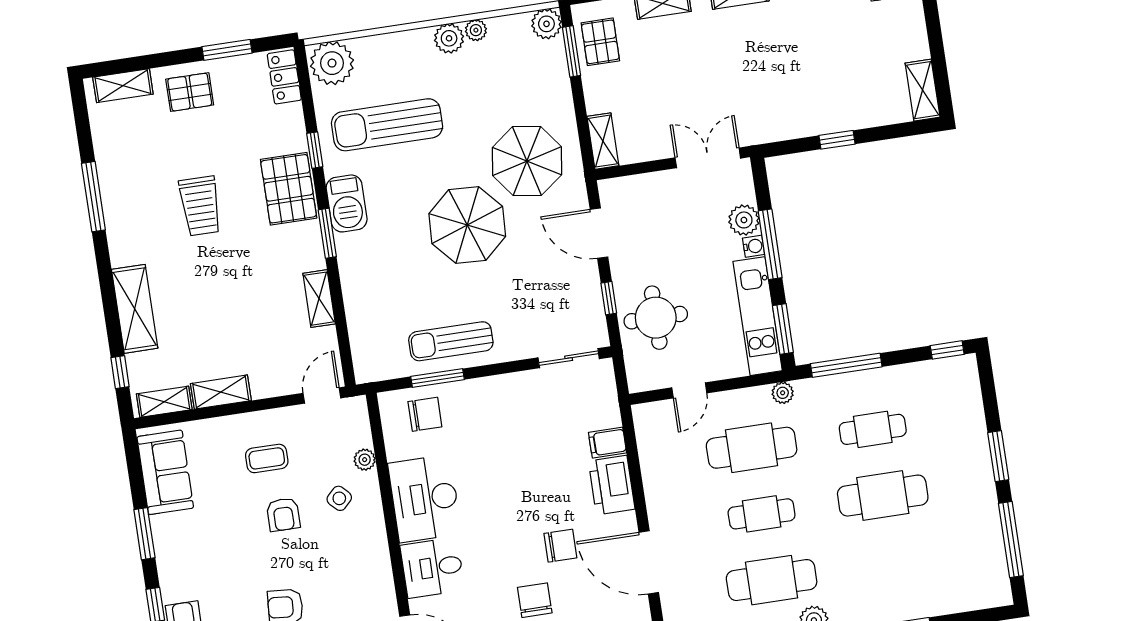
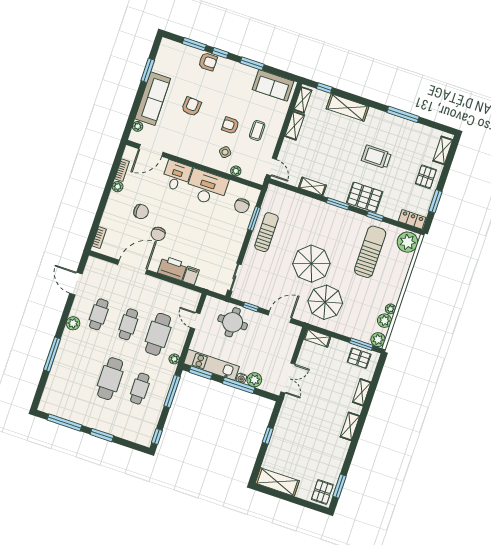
plant: (449, 38) -> (385, 321), moved
shelving: (923, 90) -> (277, 482), width x1.50, depth x1.33
barbecue: (347, 203) -> (346, 218), removed
cafe table: (772, 580) -> (99, 314), width x0.73, depth x0.74

